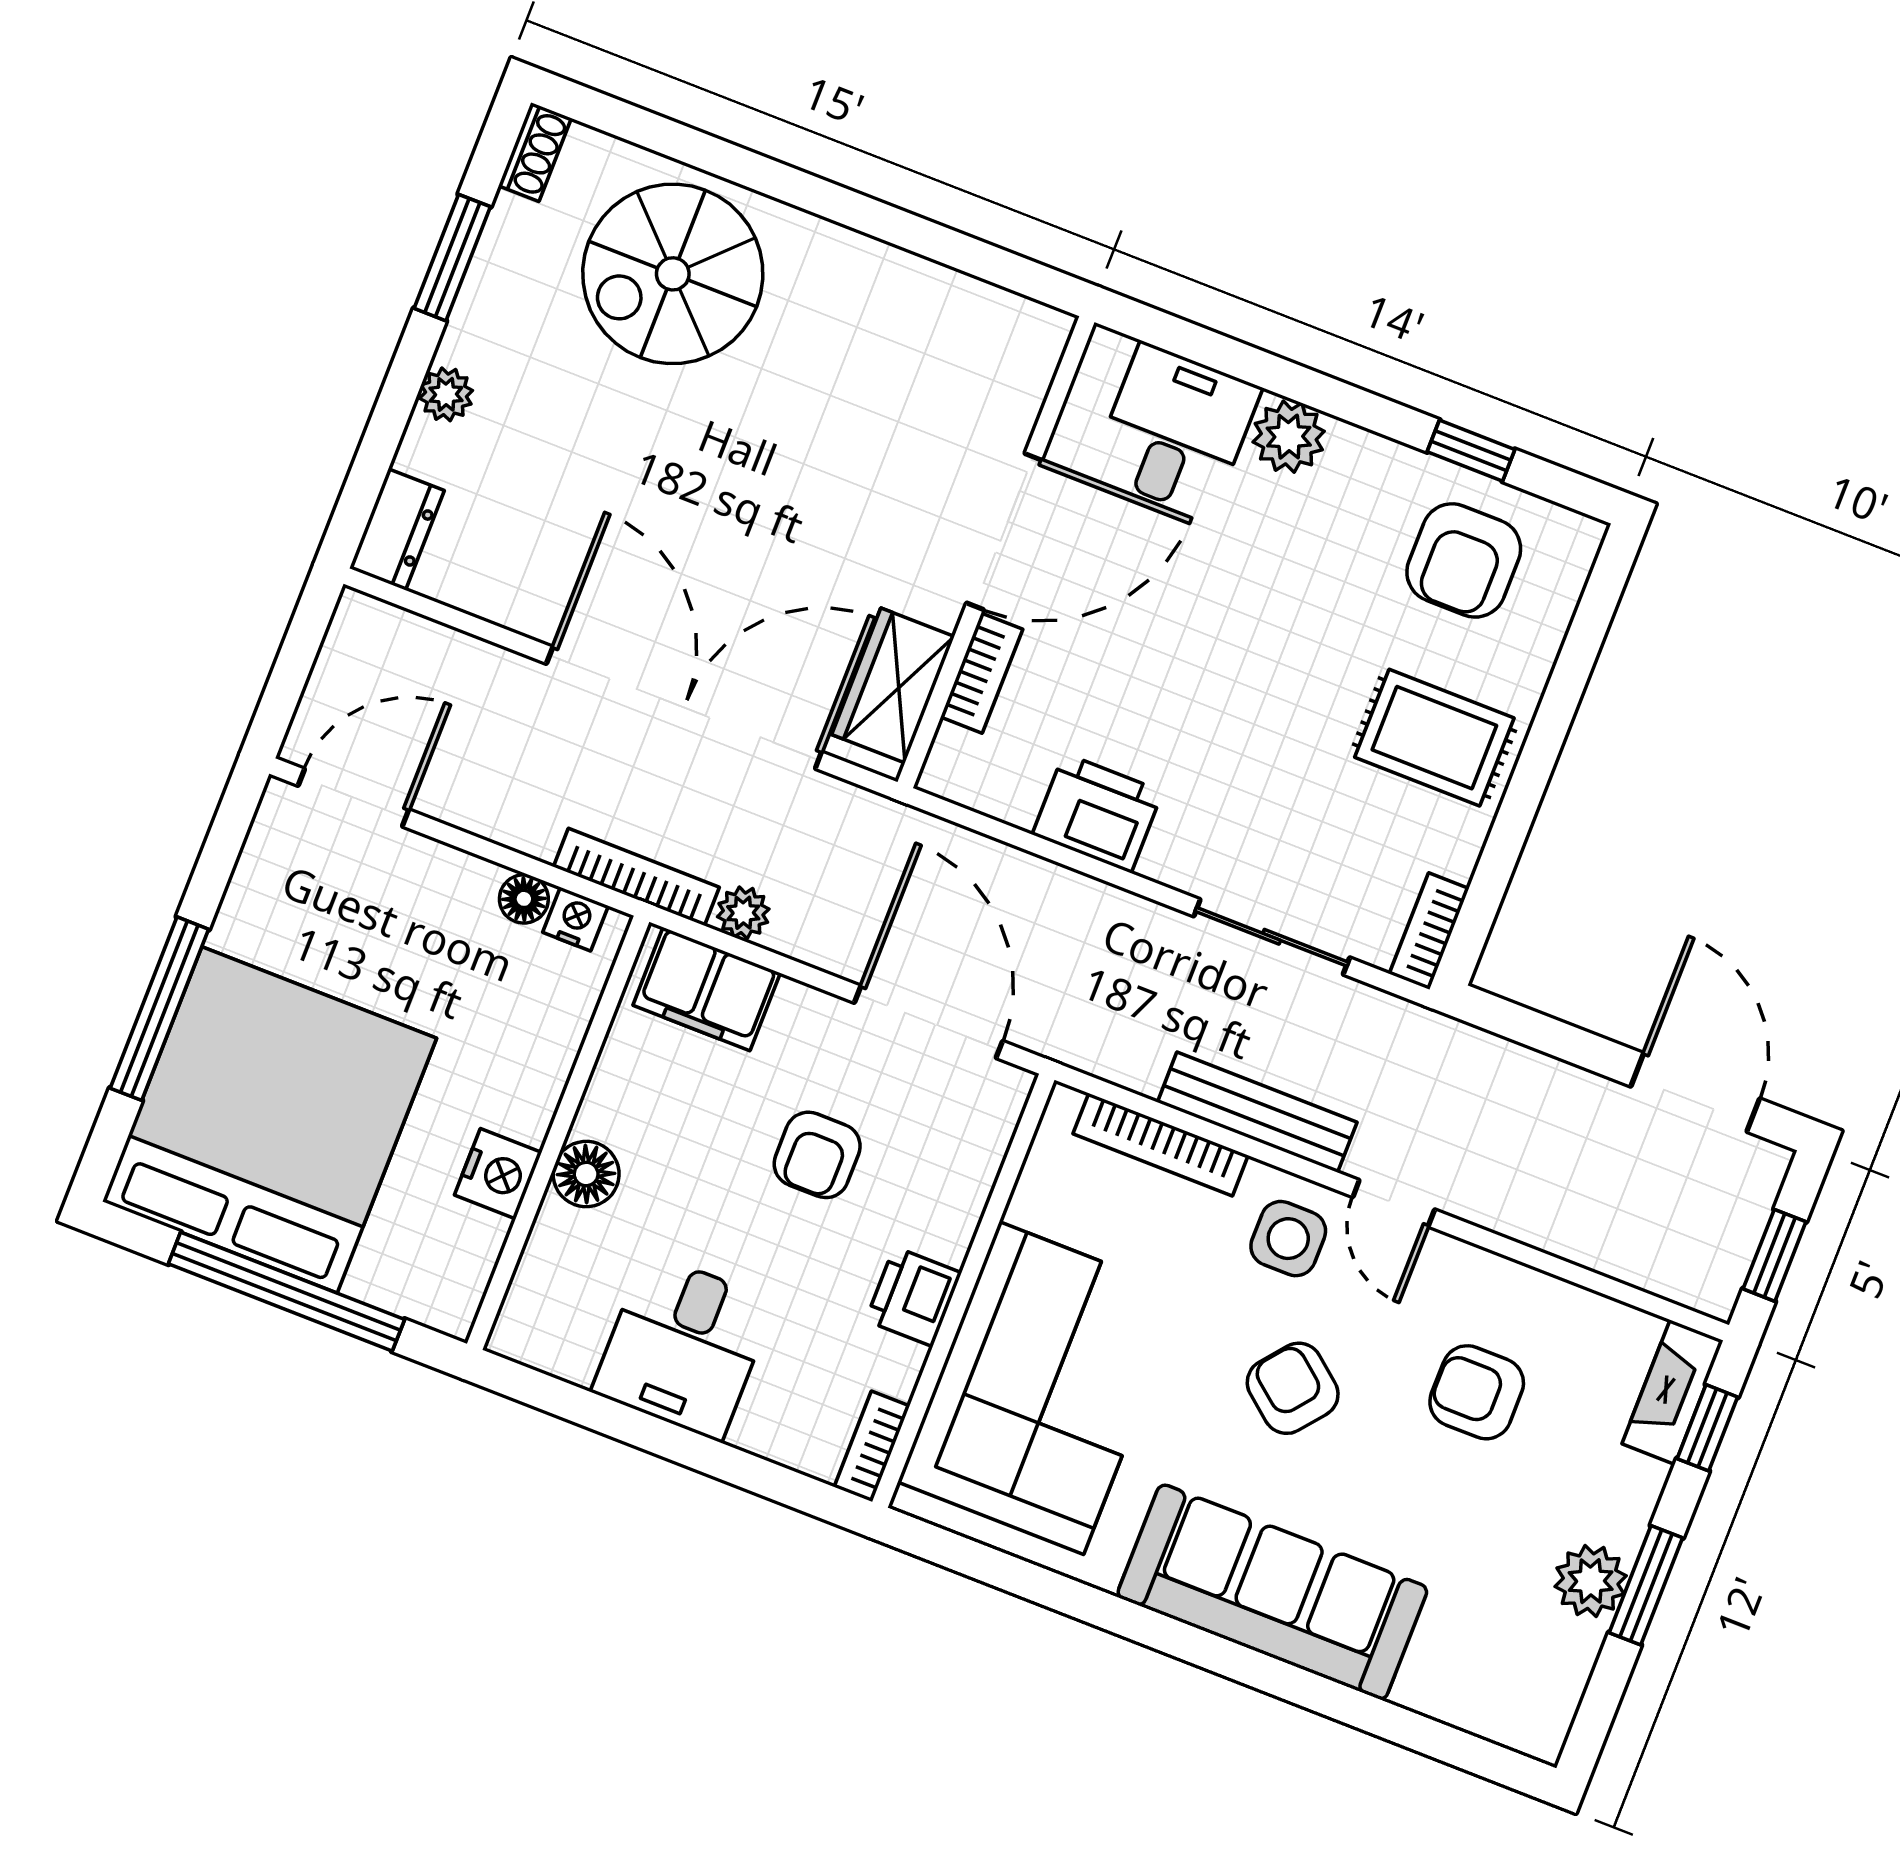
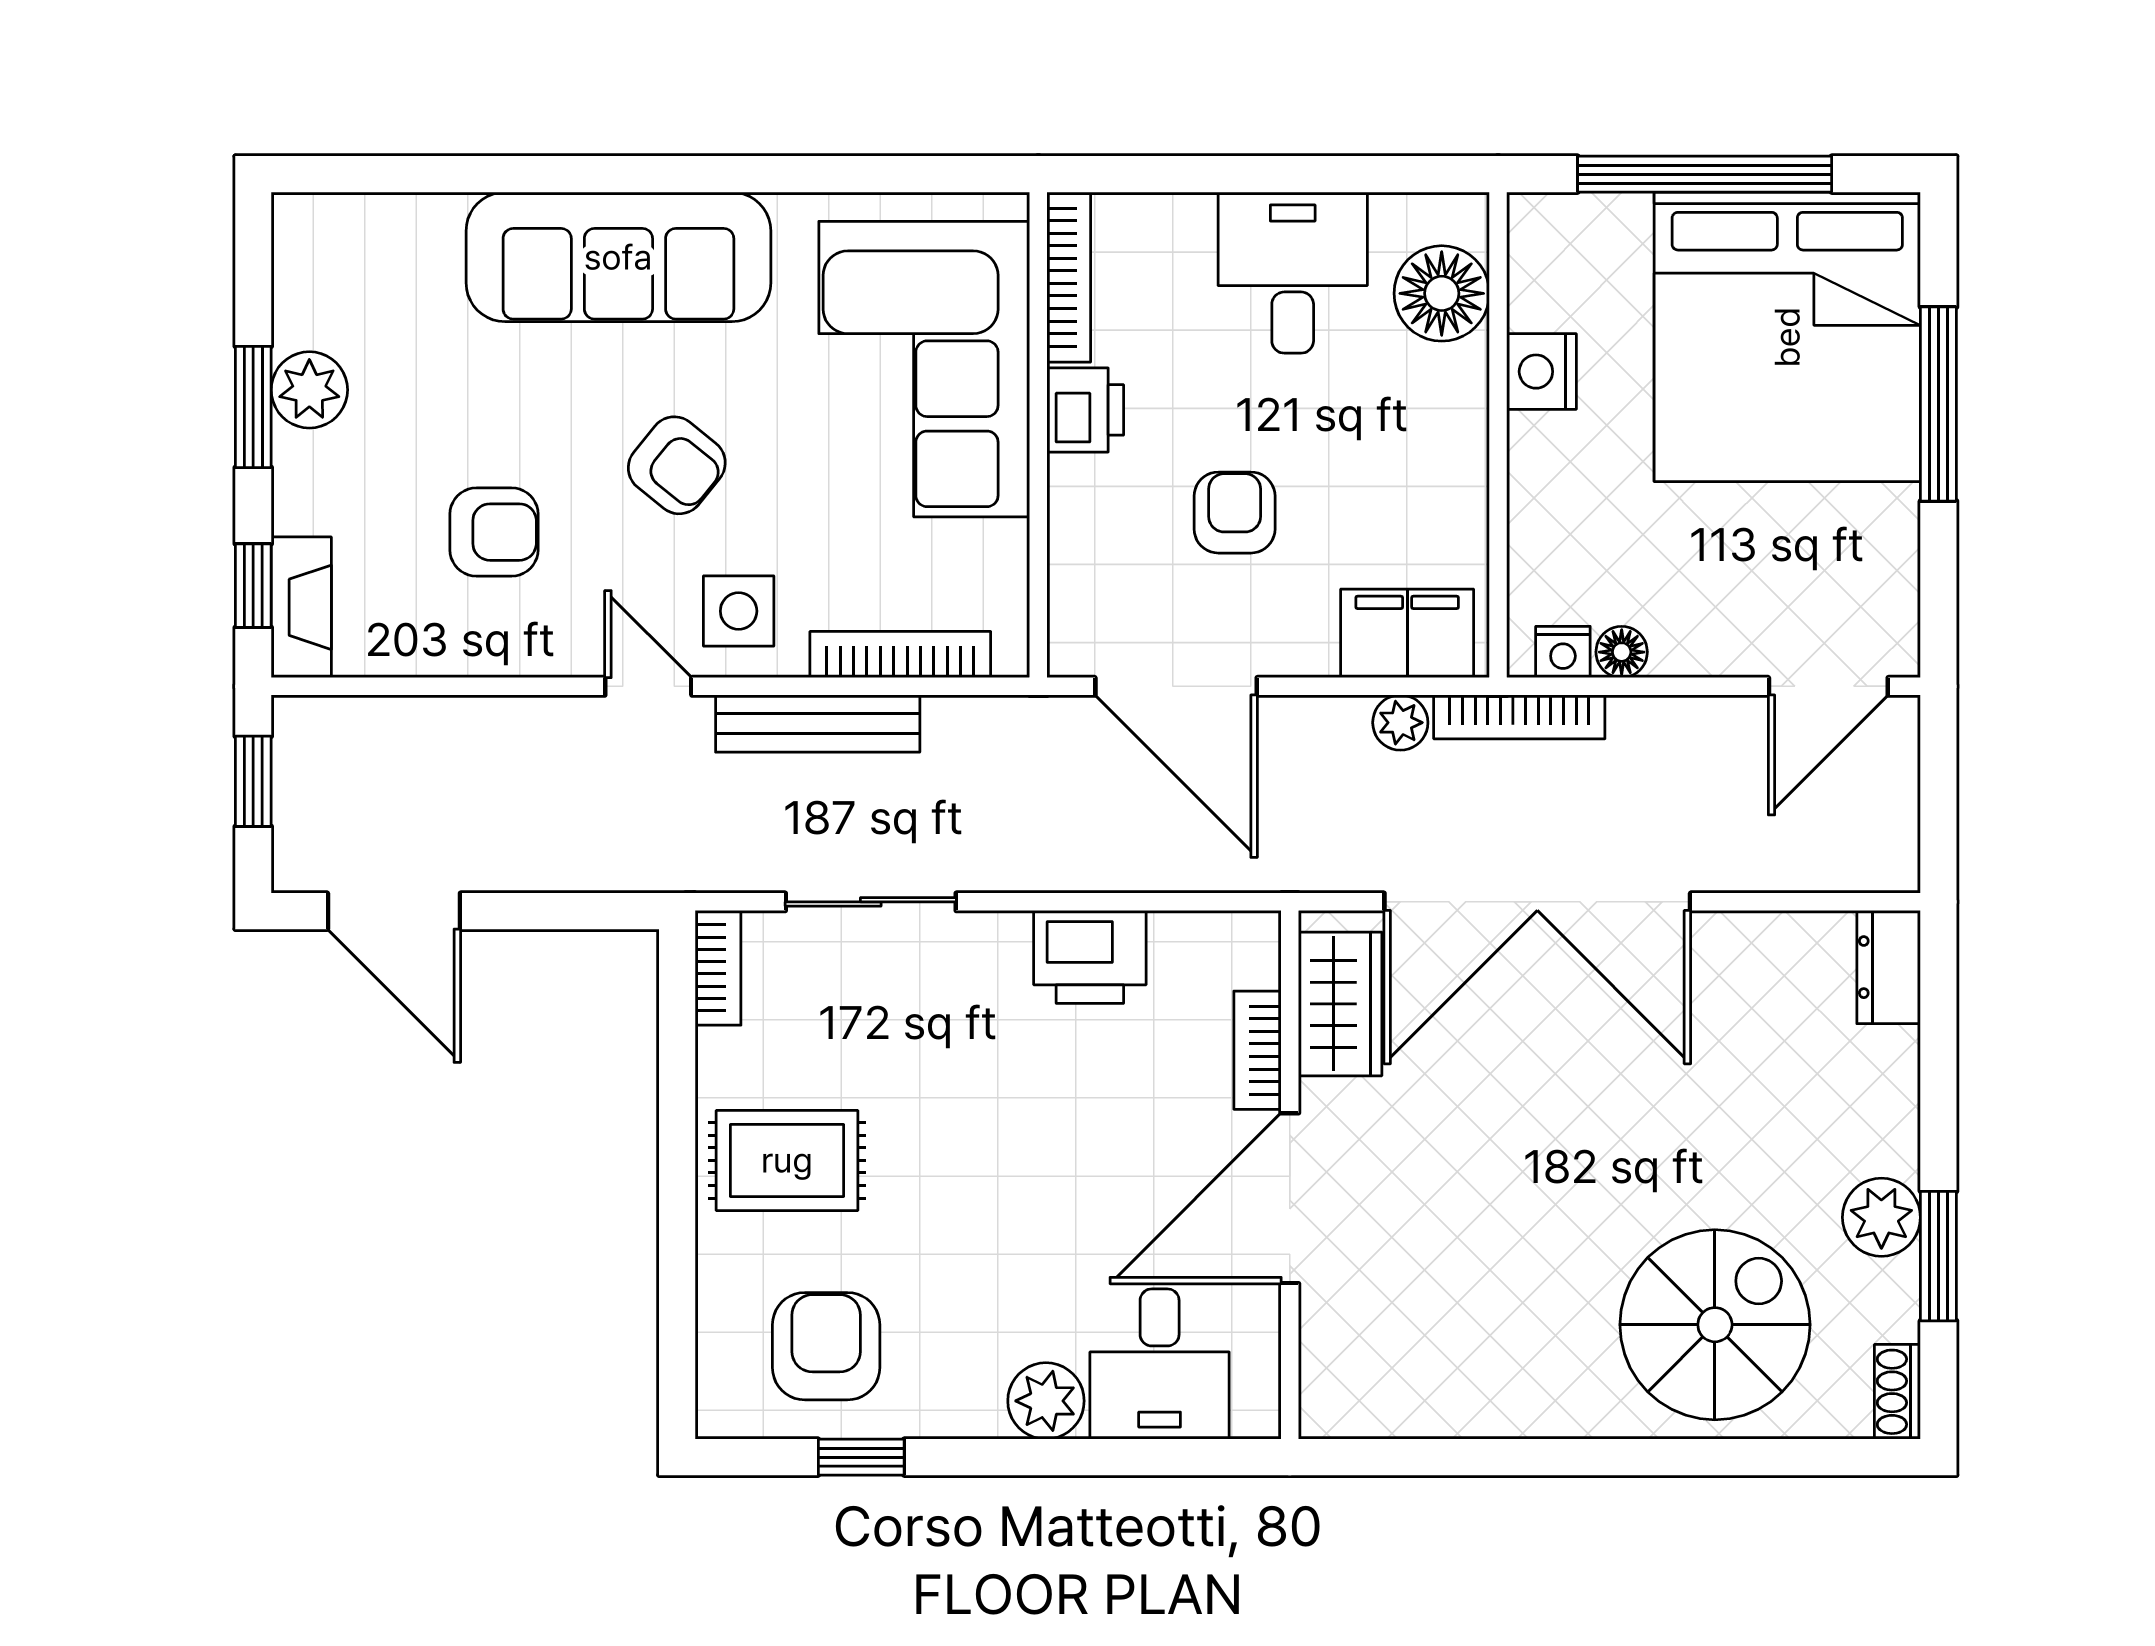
plant: (446, 394) -> (1881, 1217), moved, width x1.38, depth x1.38
floor lamp: (586, 1174) -> (1442, 293), moved, width x1.38, depth x1.38
bookcase: (872, 1446) -> (1069, 277), width x1.56

